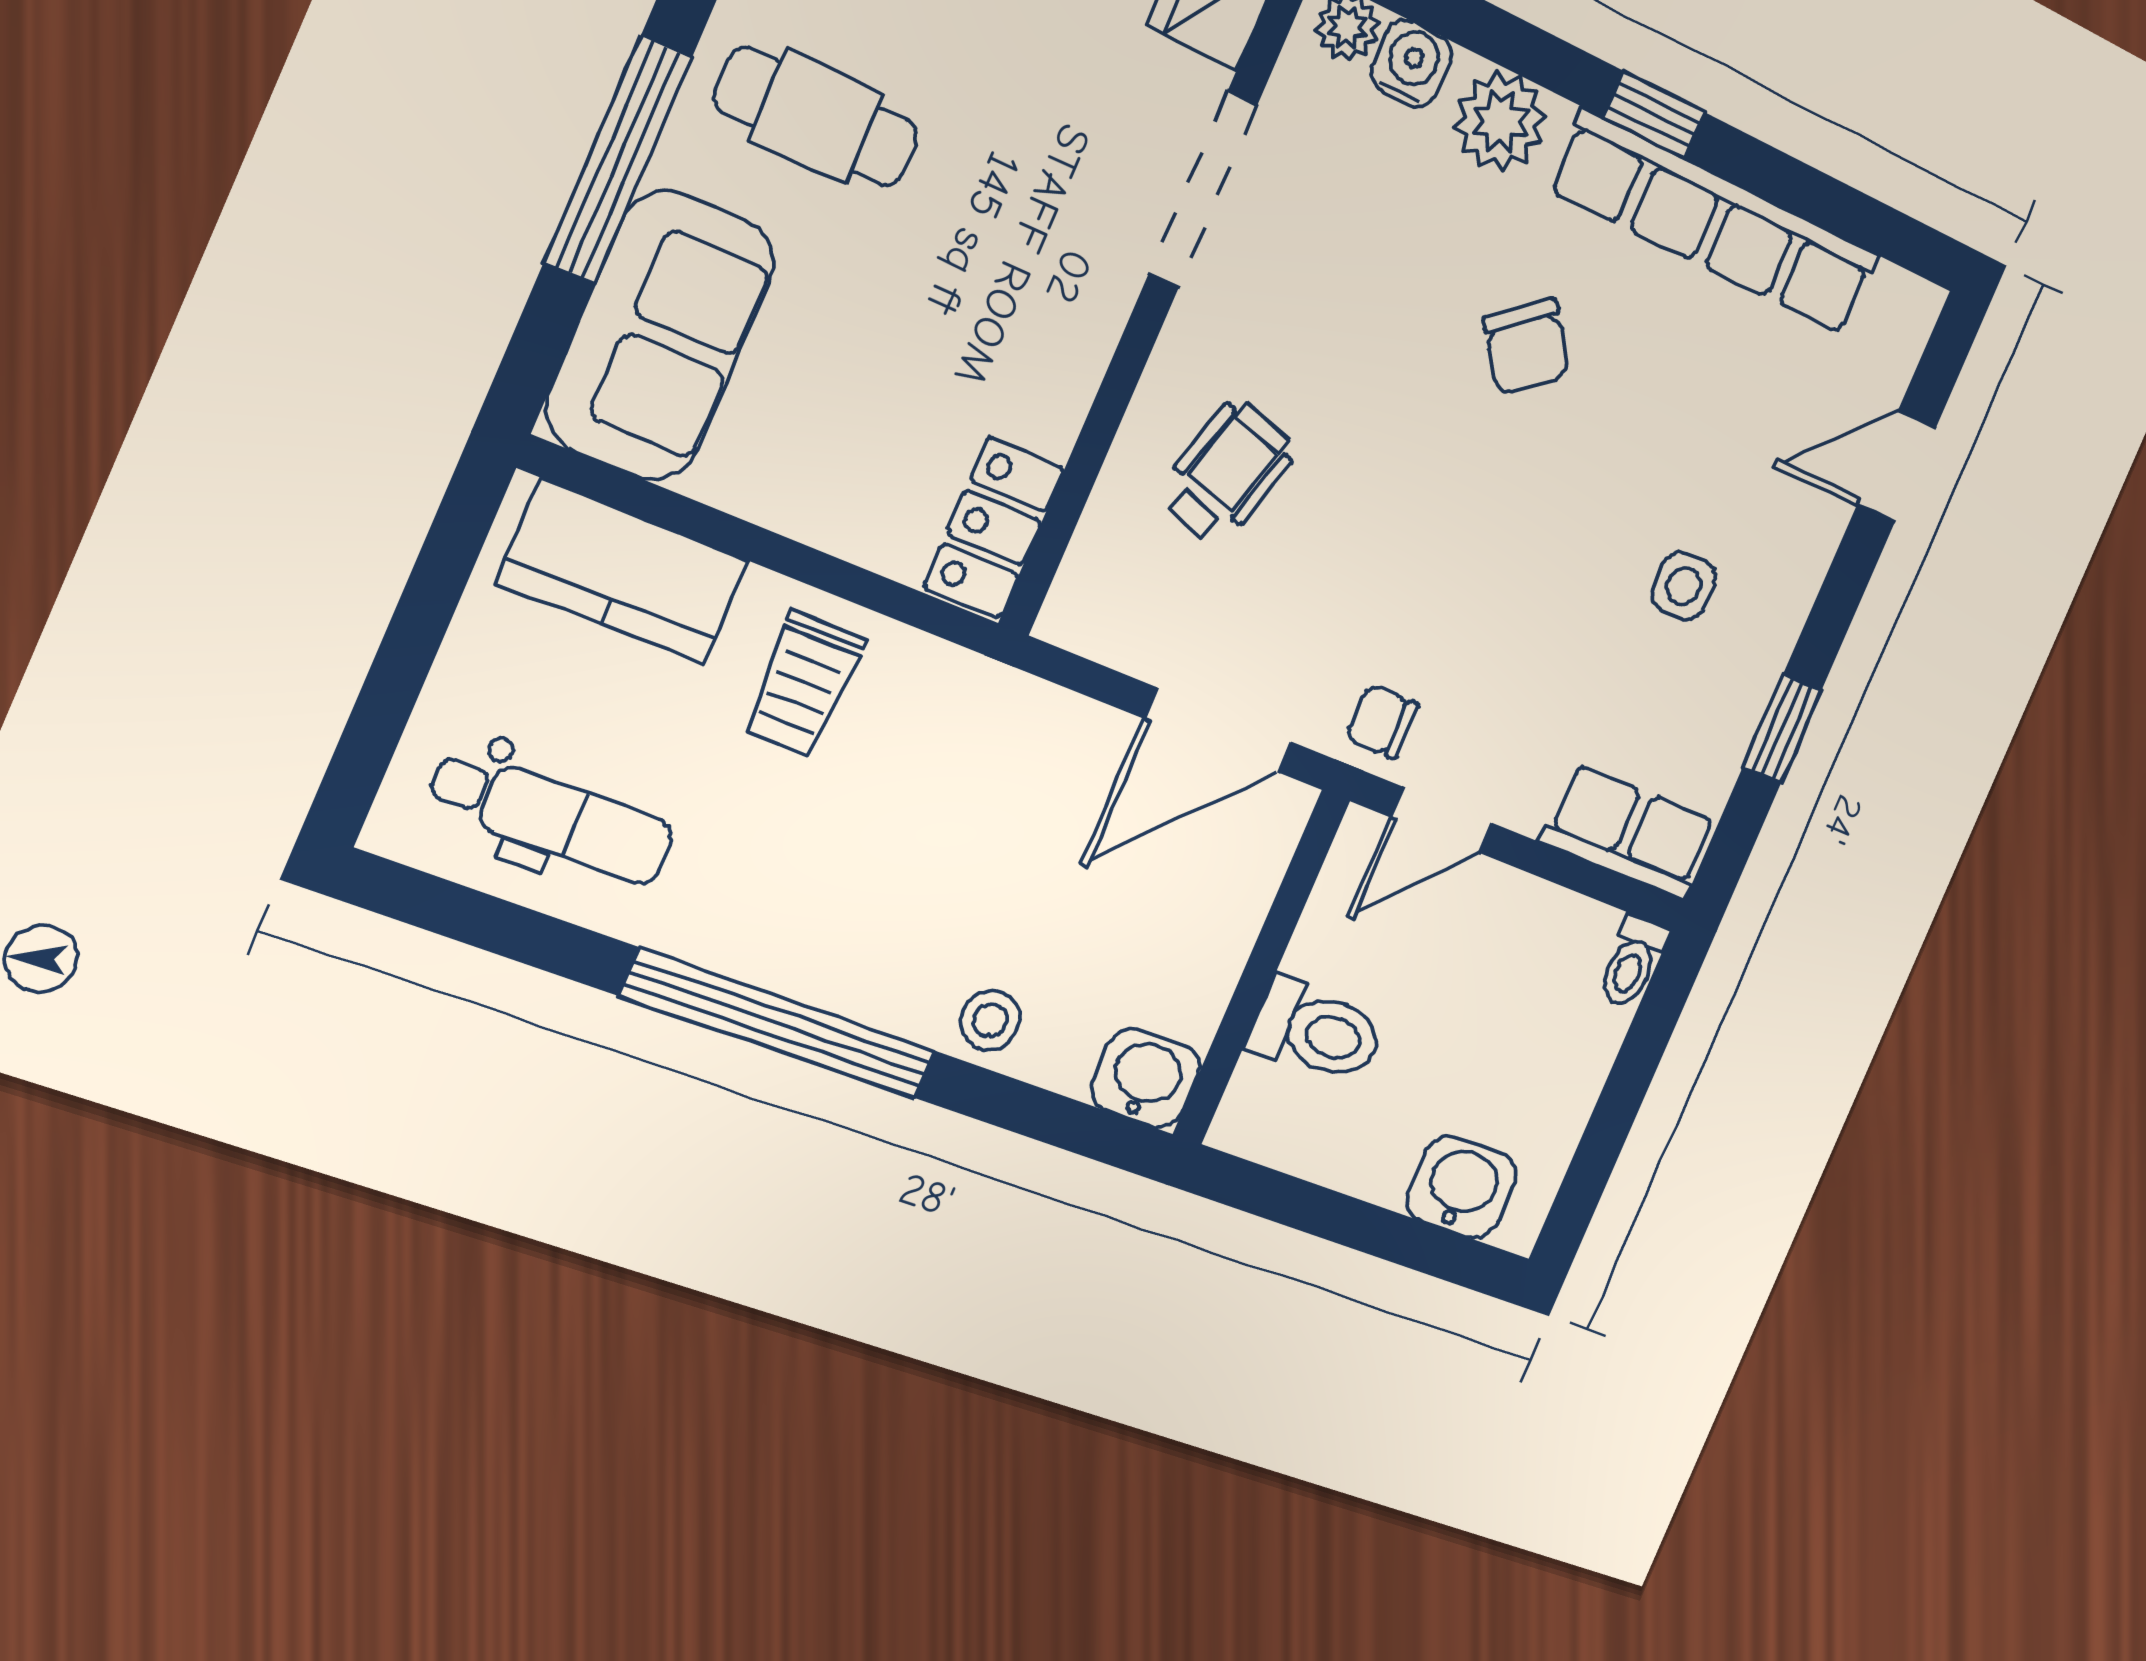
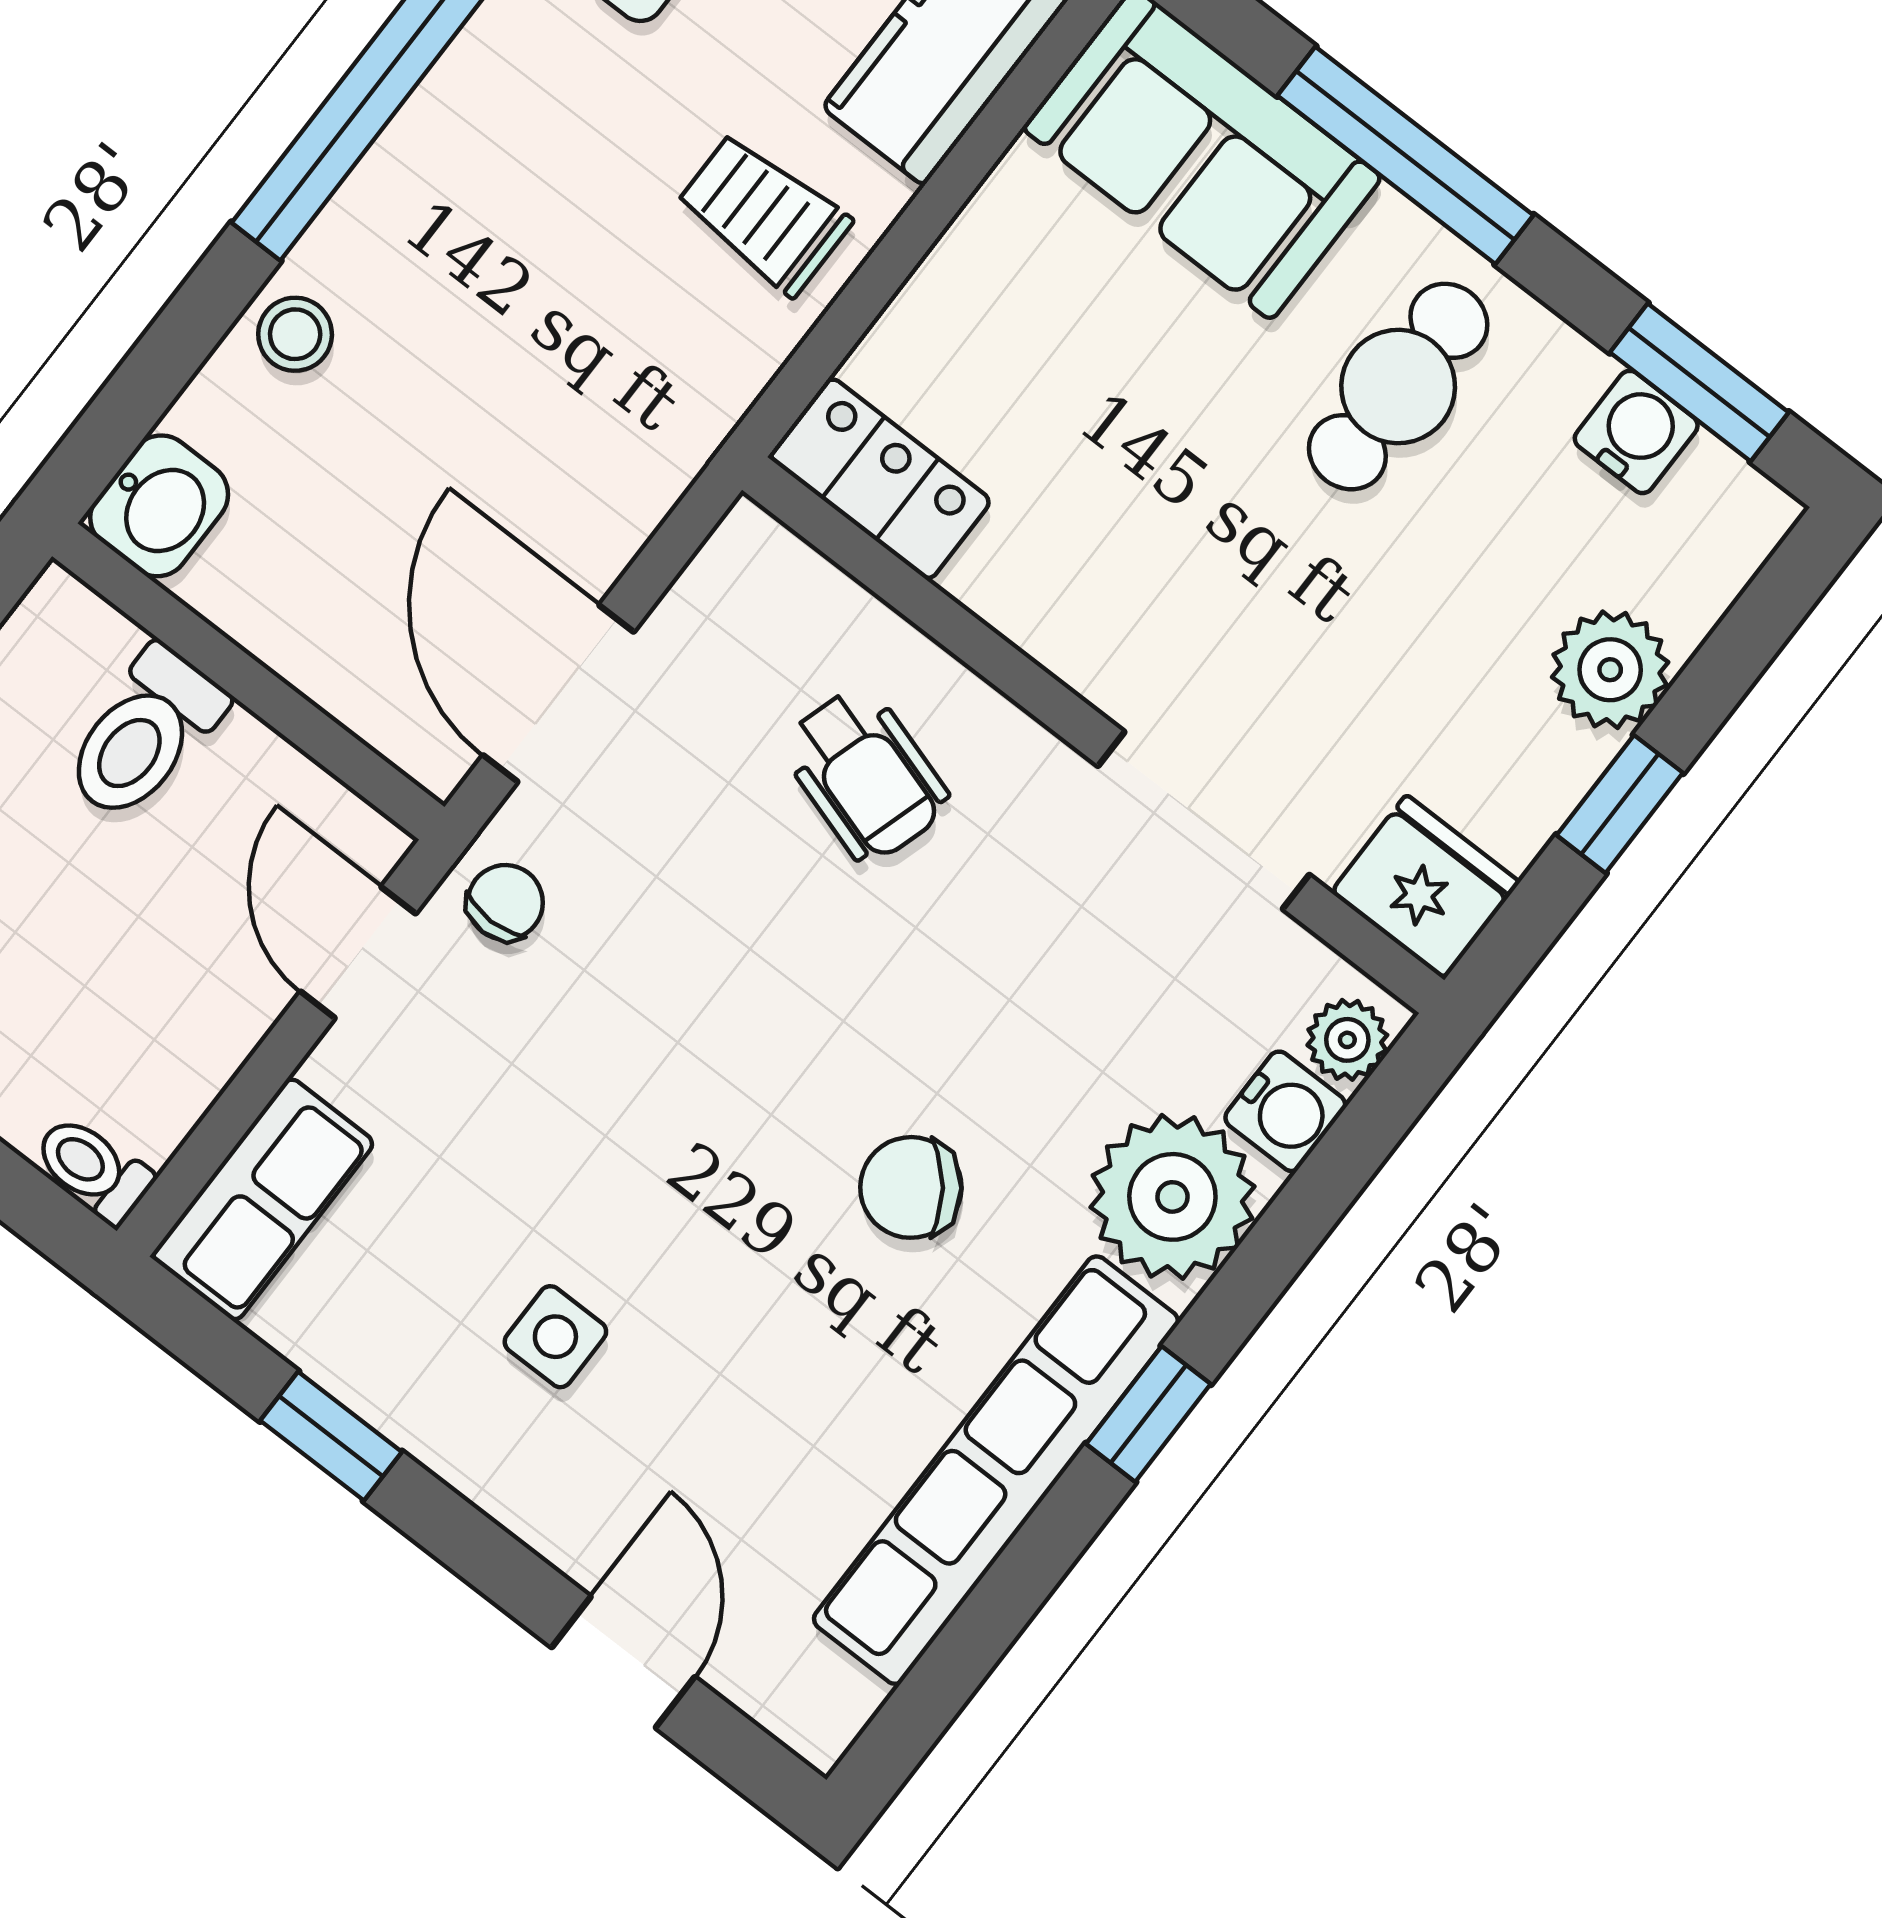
plant: (1500, 121) -> (1172, 1197), width x1.36, depth x1.36

